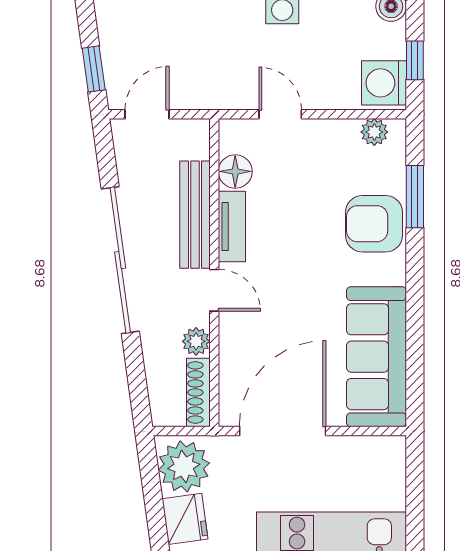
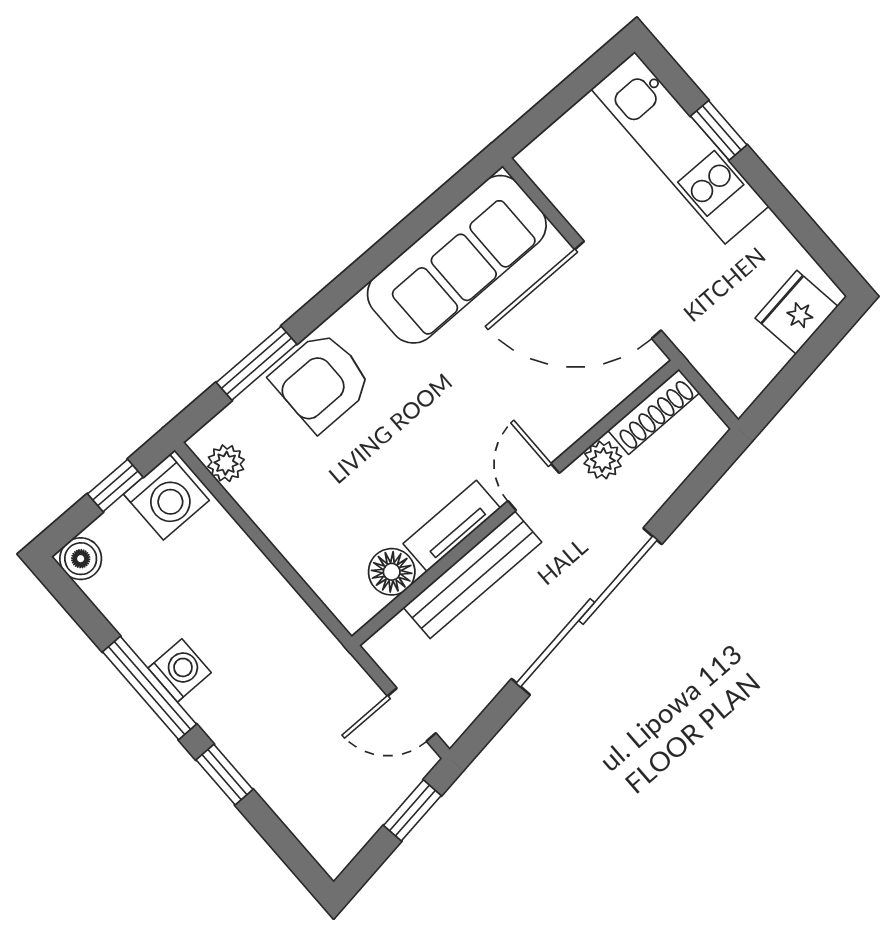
door: (280, 114) -> (292, 576), removed
armchair: (374, 224) -> (321, 381), turned 90
plant: (184, 466) -> (743, 360), removed

